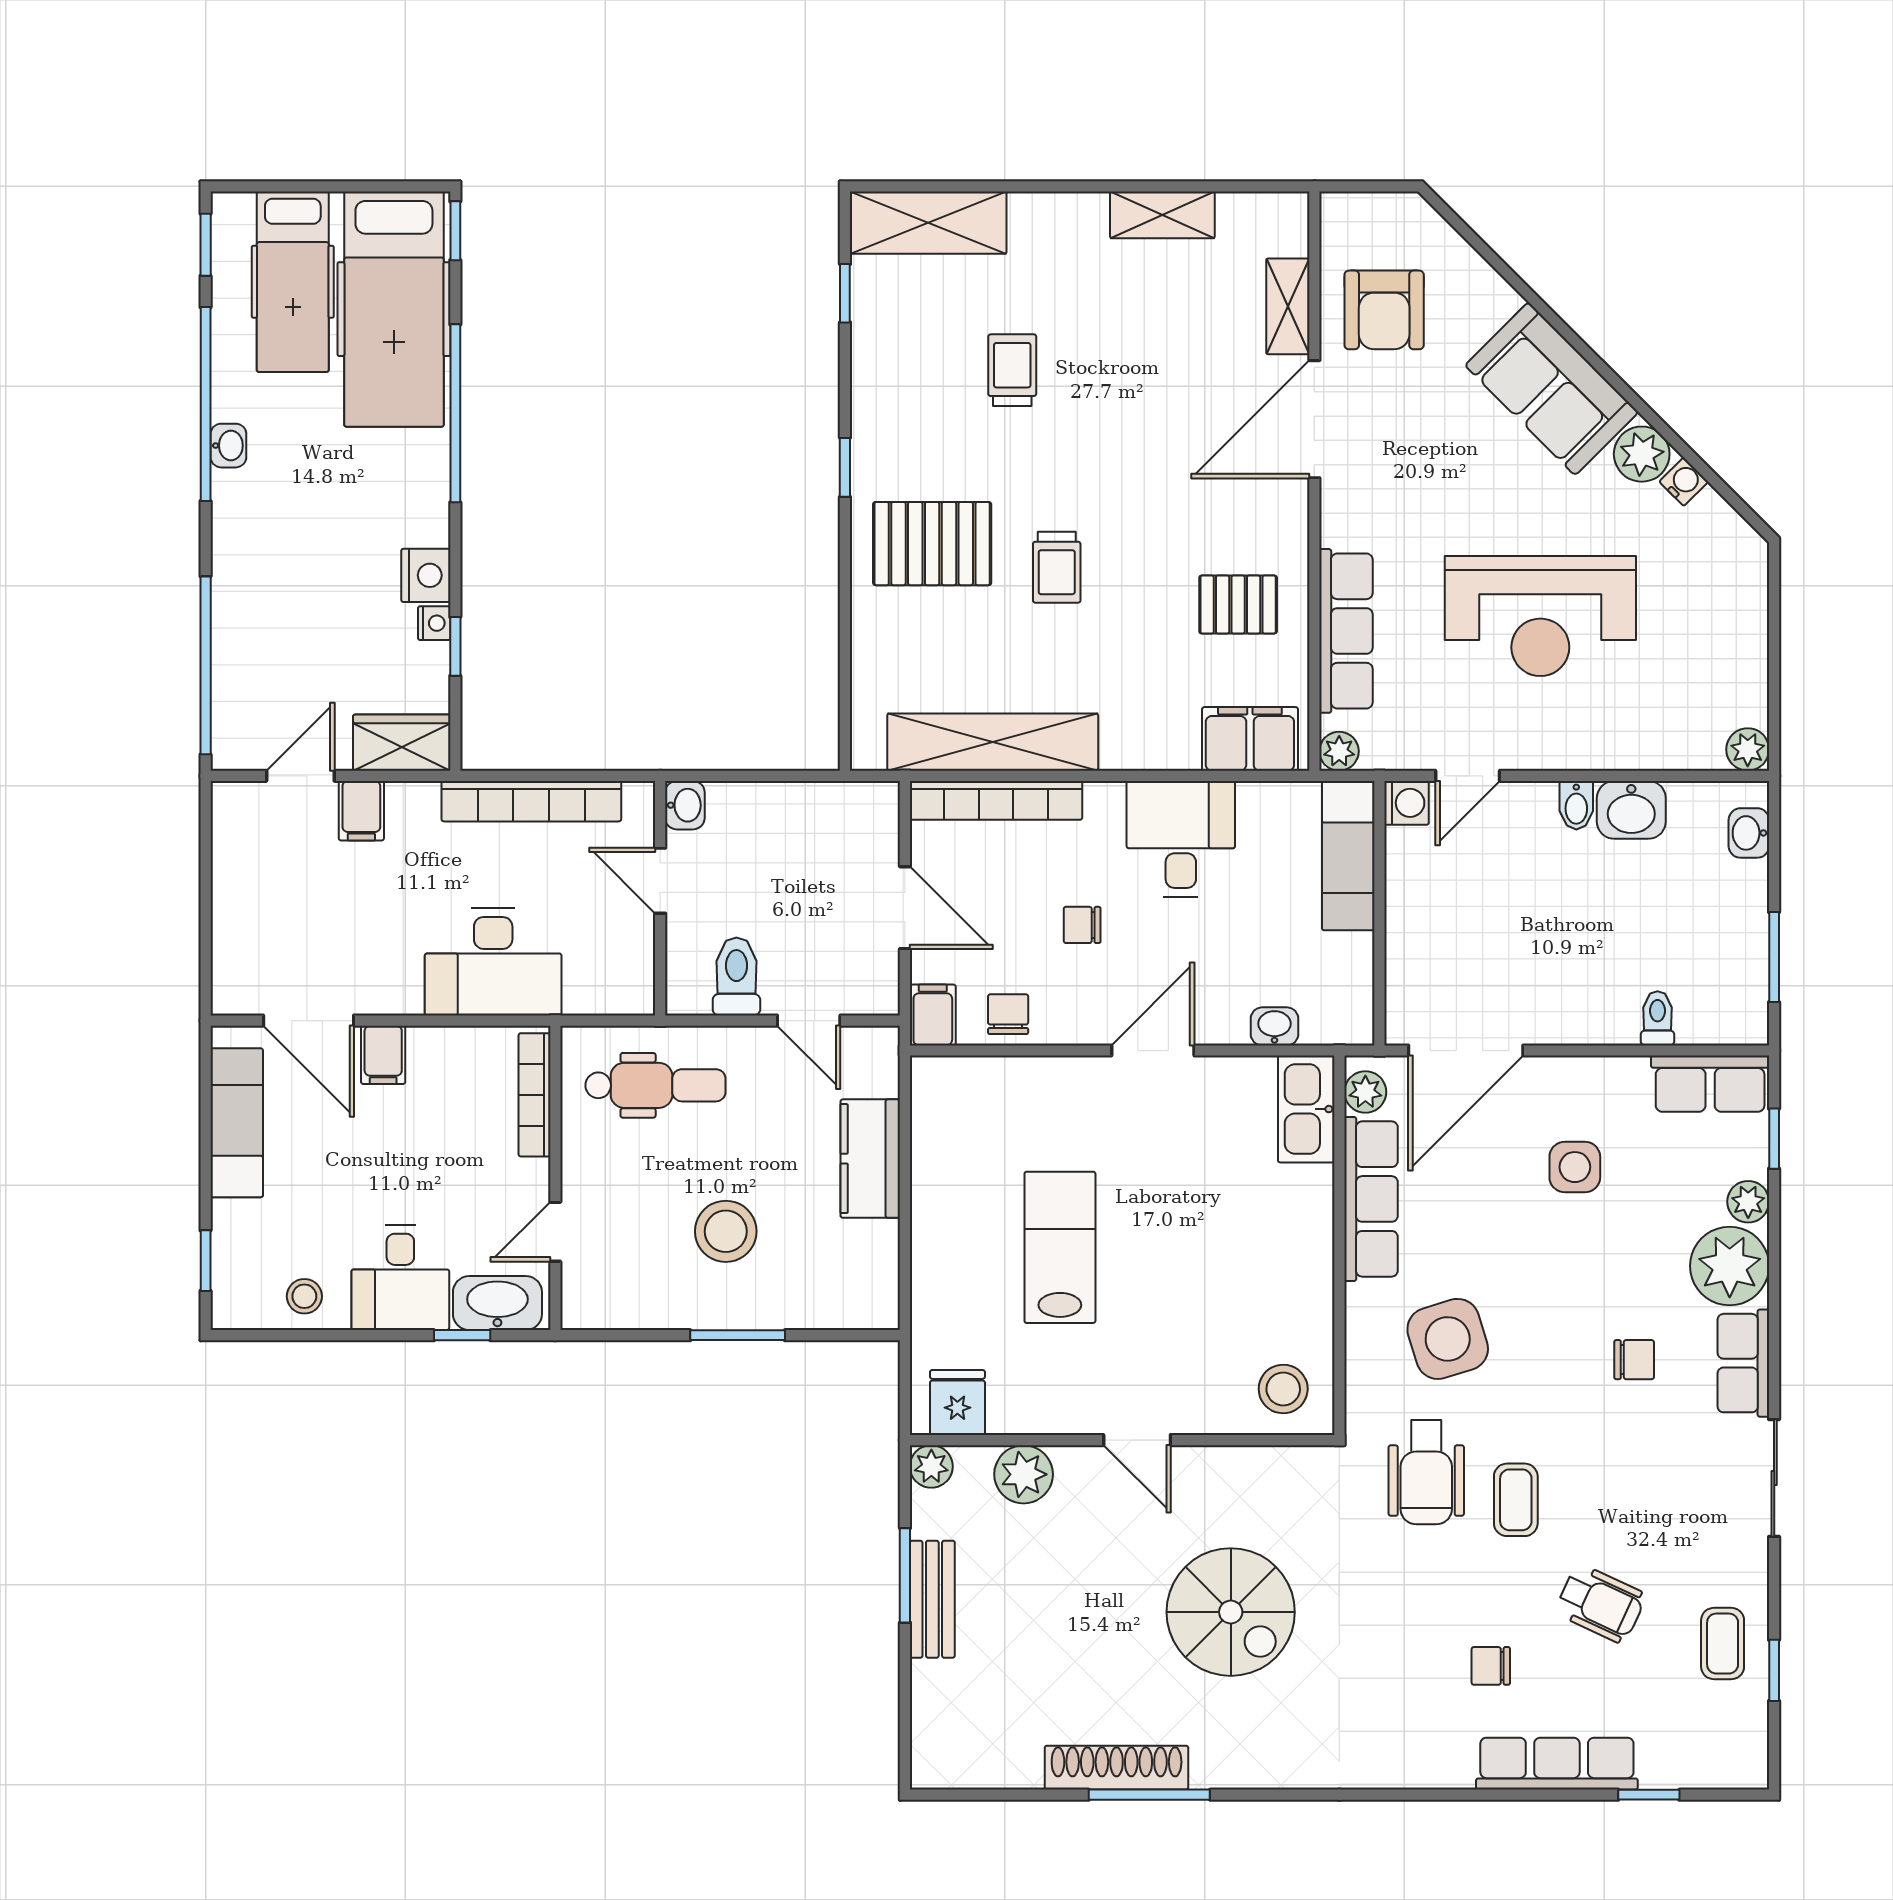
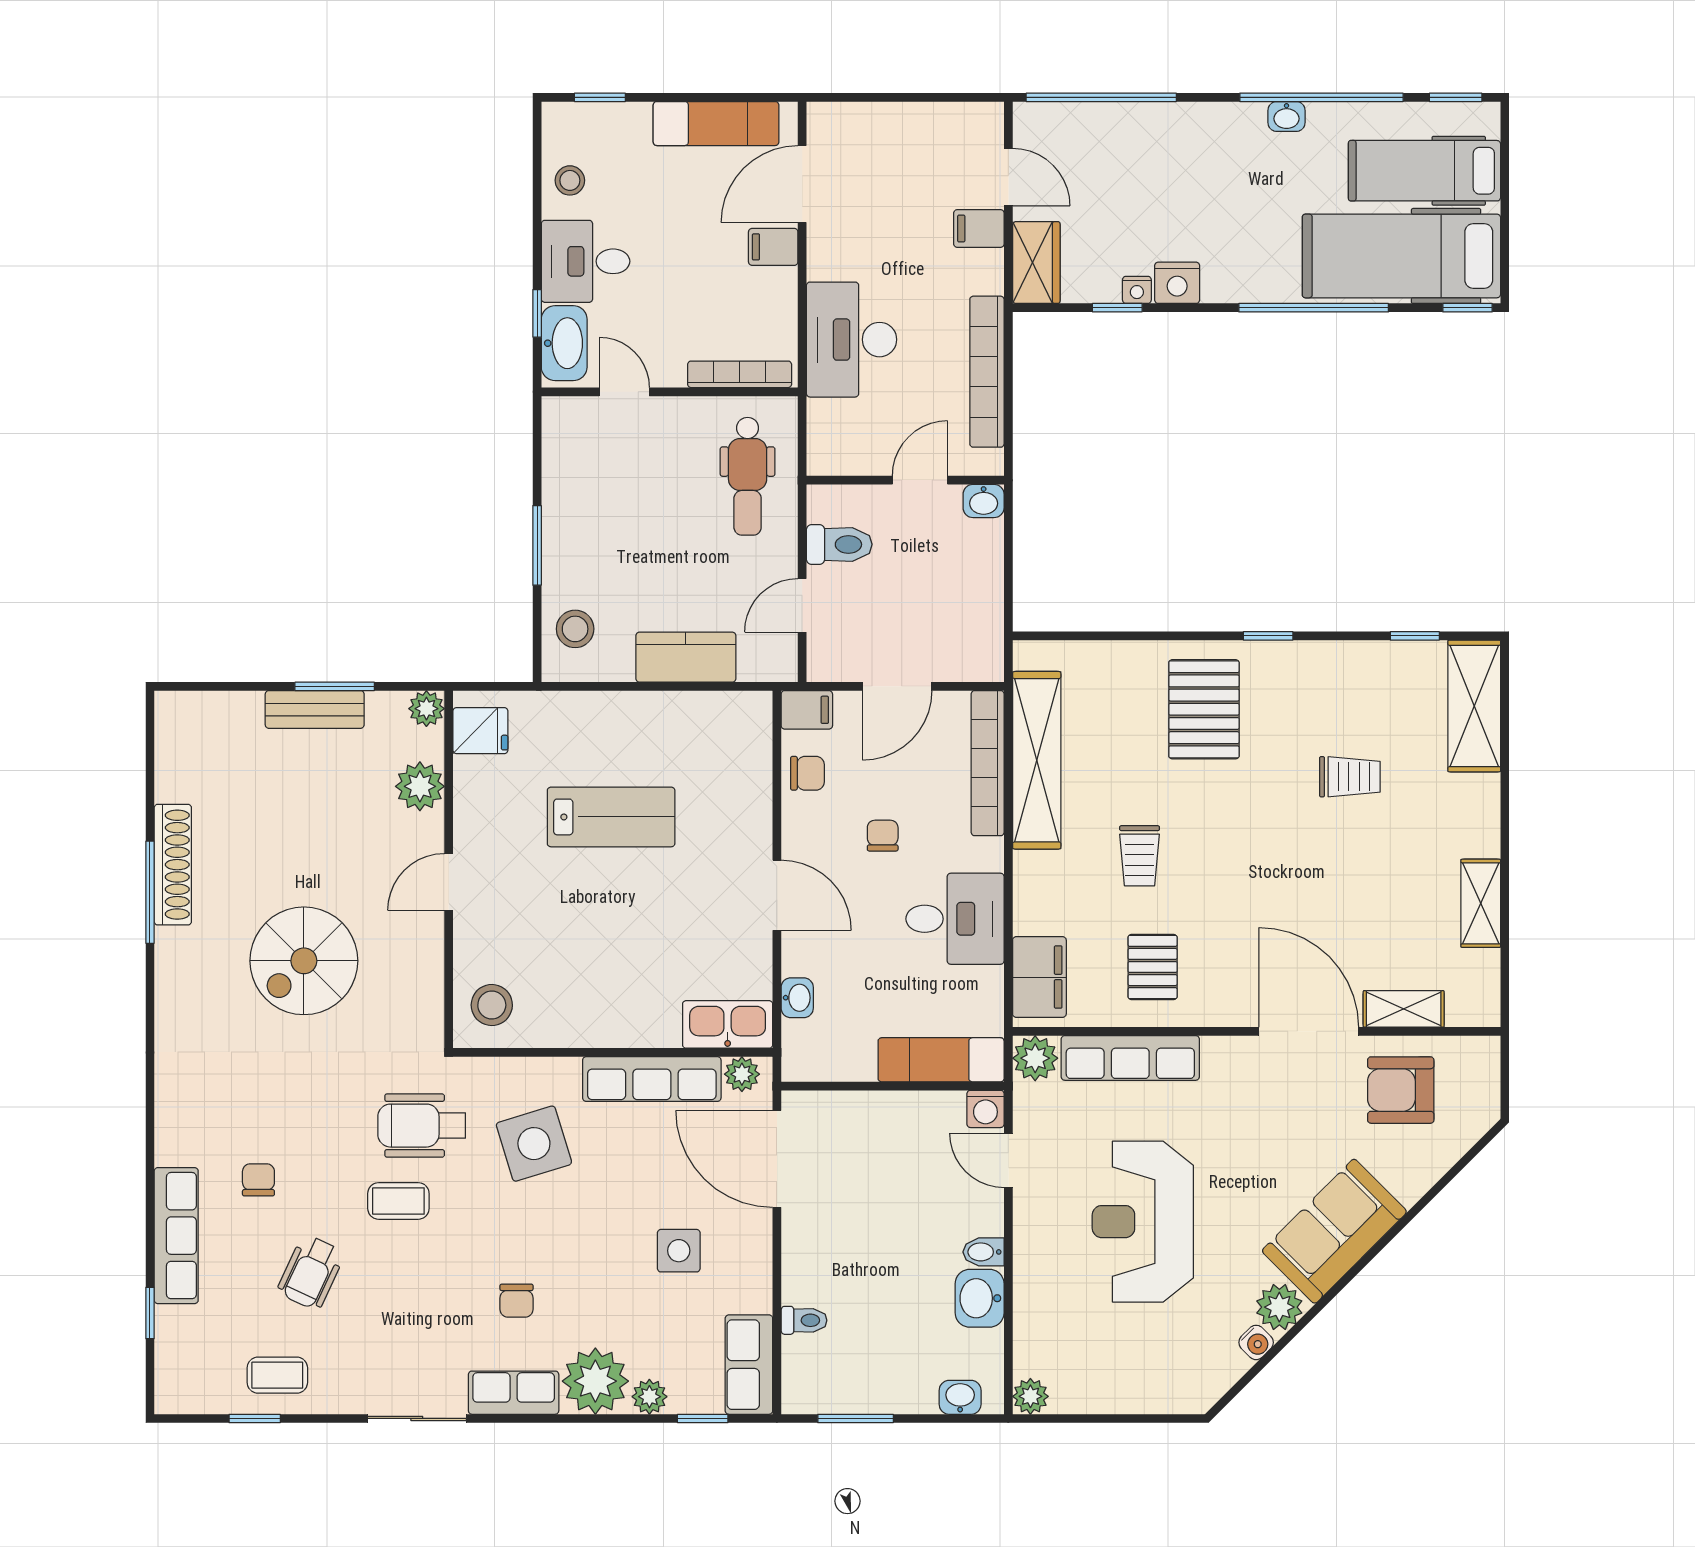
trolley: (1057, 567) -> (1140, 856), moved, turned -90
plant: (1339, 751) -> (1035, 1058), width x1.38, depth x1.38
stool: (726, 1231) -> (575, 629), moved, width x0.73, depth x0.73

